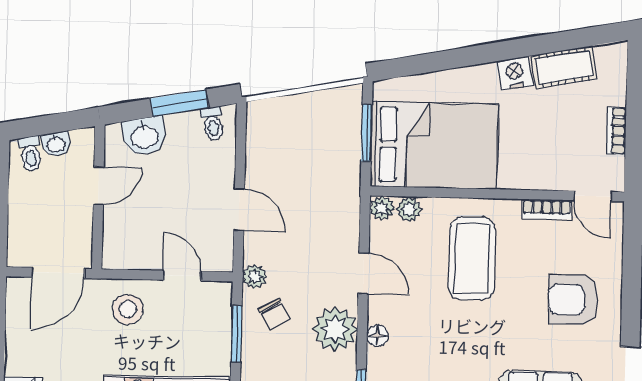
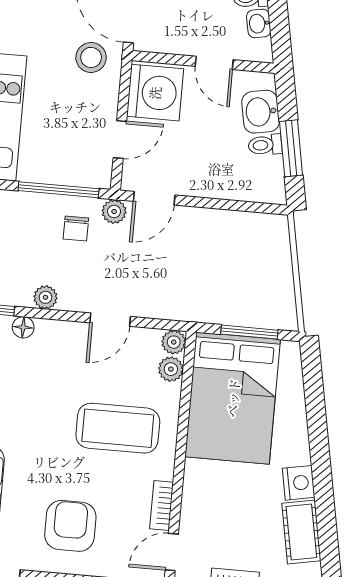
toilet: (213, 124) -> (265, 145), moved
door: (239, 210) -> (154, 198), moved
washing machine: (132, 244) -> (155, 93), added
stool: (128, 309) -> (91, 57), moved
chair: (274, 314) -> (76, 229), turned -60
plant: (335, 329) -> (45, 297), width x0.53, depth x0.53
window: (236, 334) -> (58, 190), width x1.44
floor lamp: (378, 335) -> (23, 327), moved

